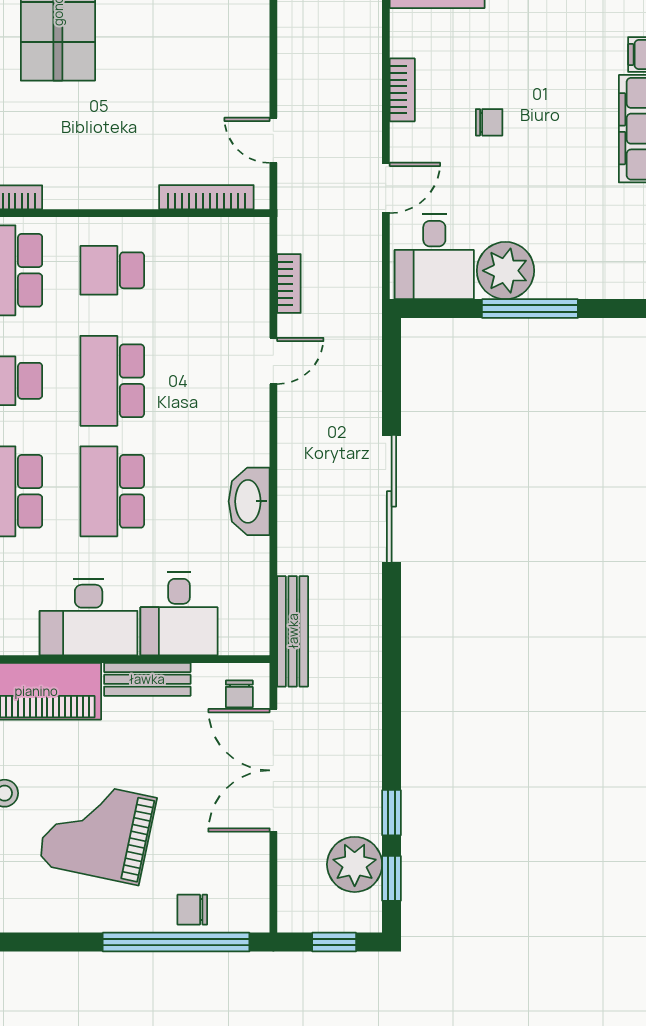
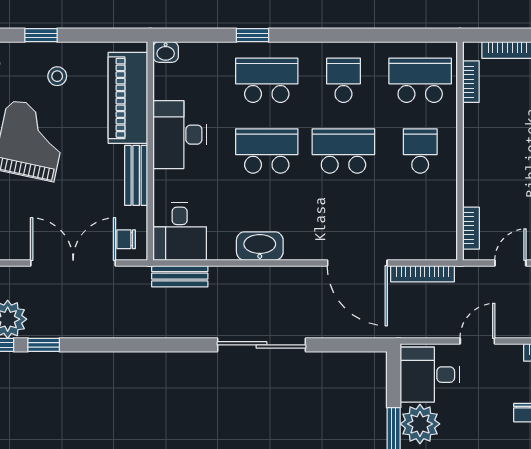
door: (386, 188) -> (477, 341), swing flipped
bookcase: (206, 197) -> (471, 228), width x0.64
bookcase: (289, 284) -> (422, 274), width x1.56
door: (273, 361) -> (357, 263), width x1.88
desk: (179, 614) -> (180, 231), moved, turned -90
bench: (293, 631) -> (180, 276), width x0.73

